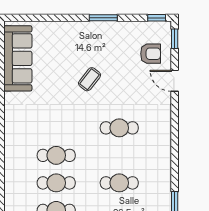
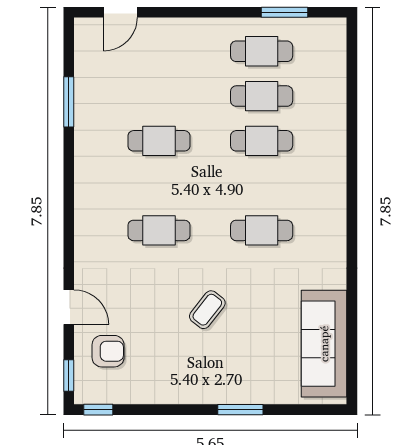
window: (103, 18) -> (240, 410), moved
armchair: (151, 54) -> (108, 351), turned 180
cafe table: (56, 155) -> (262, 230), moved

